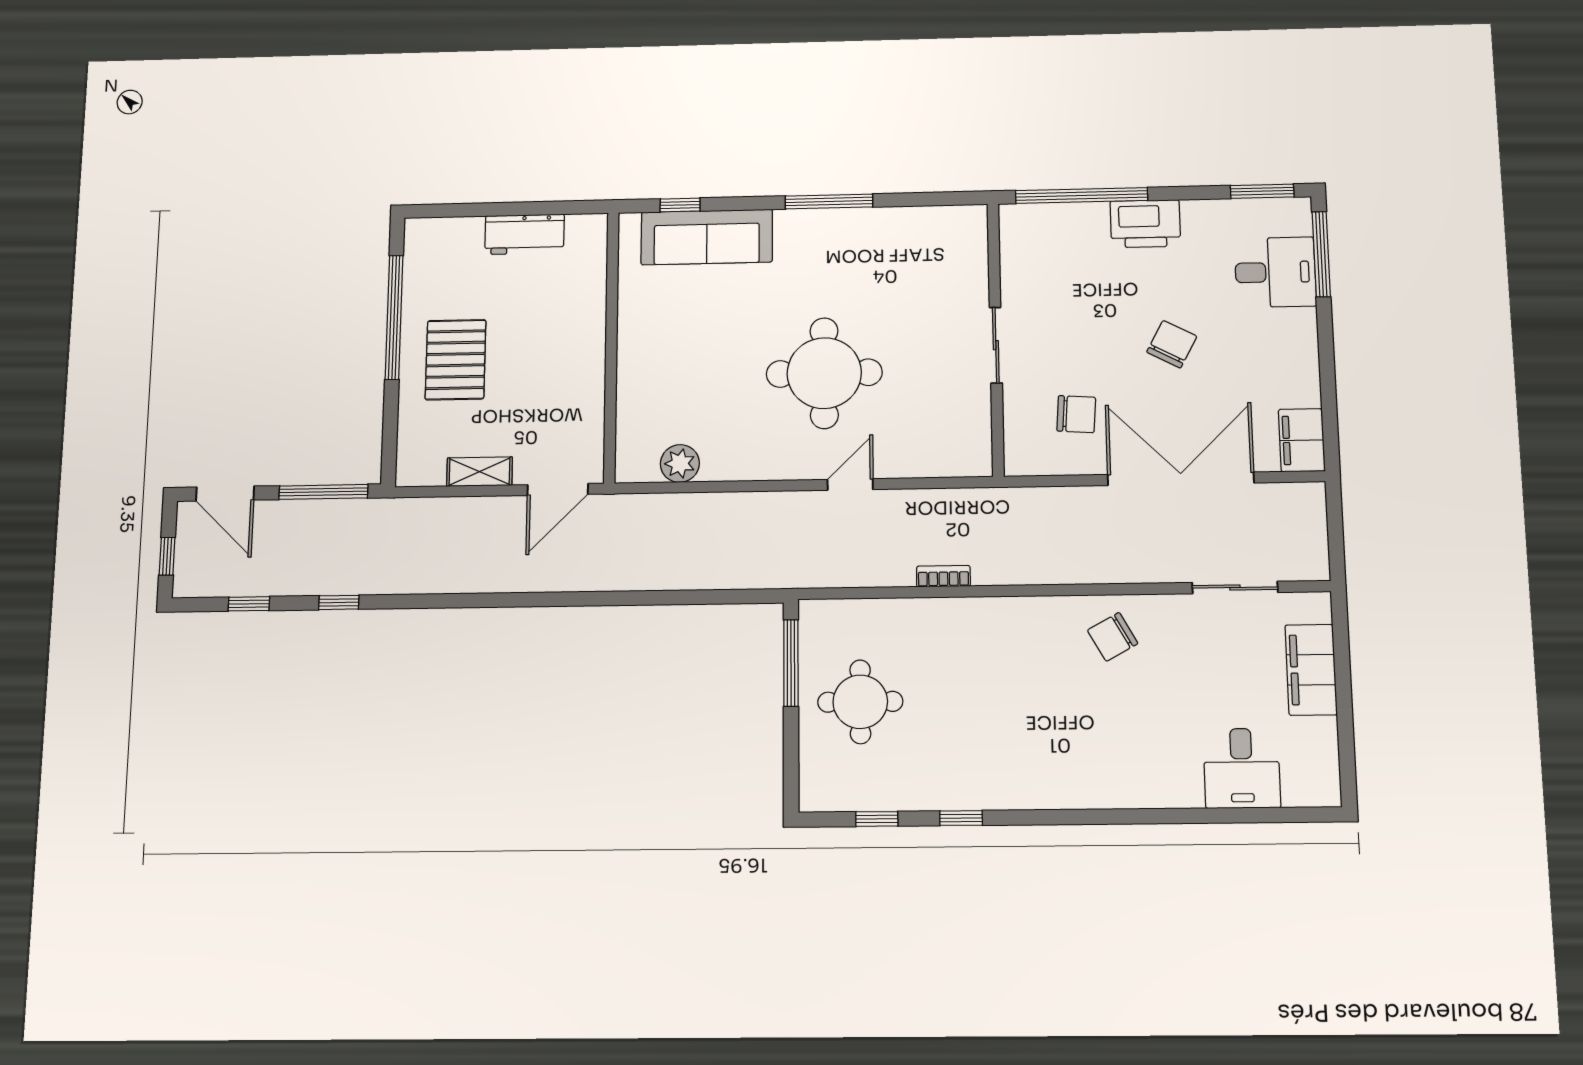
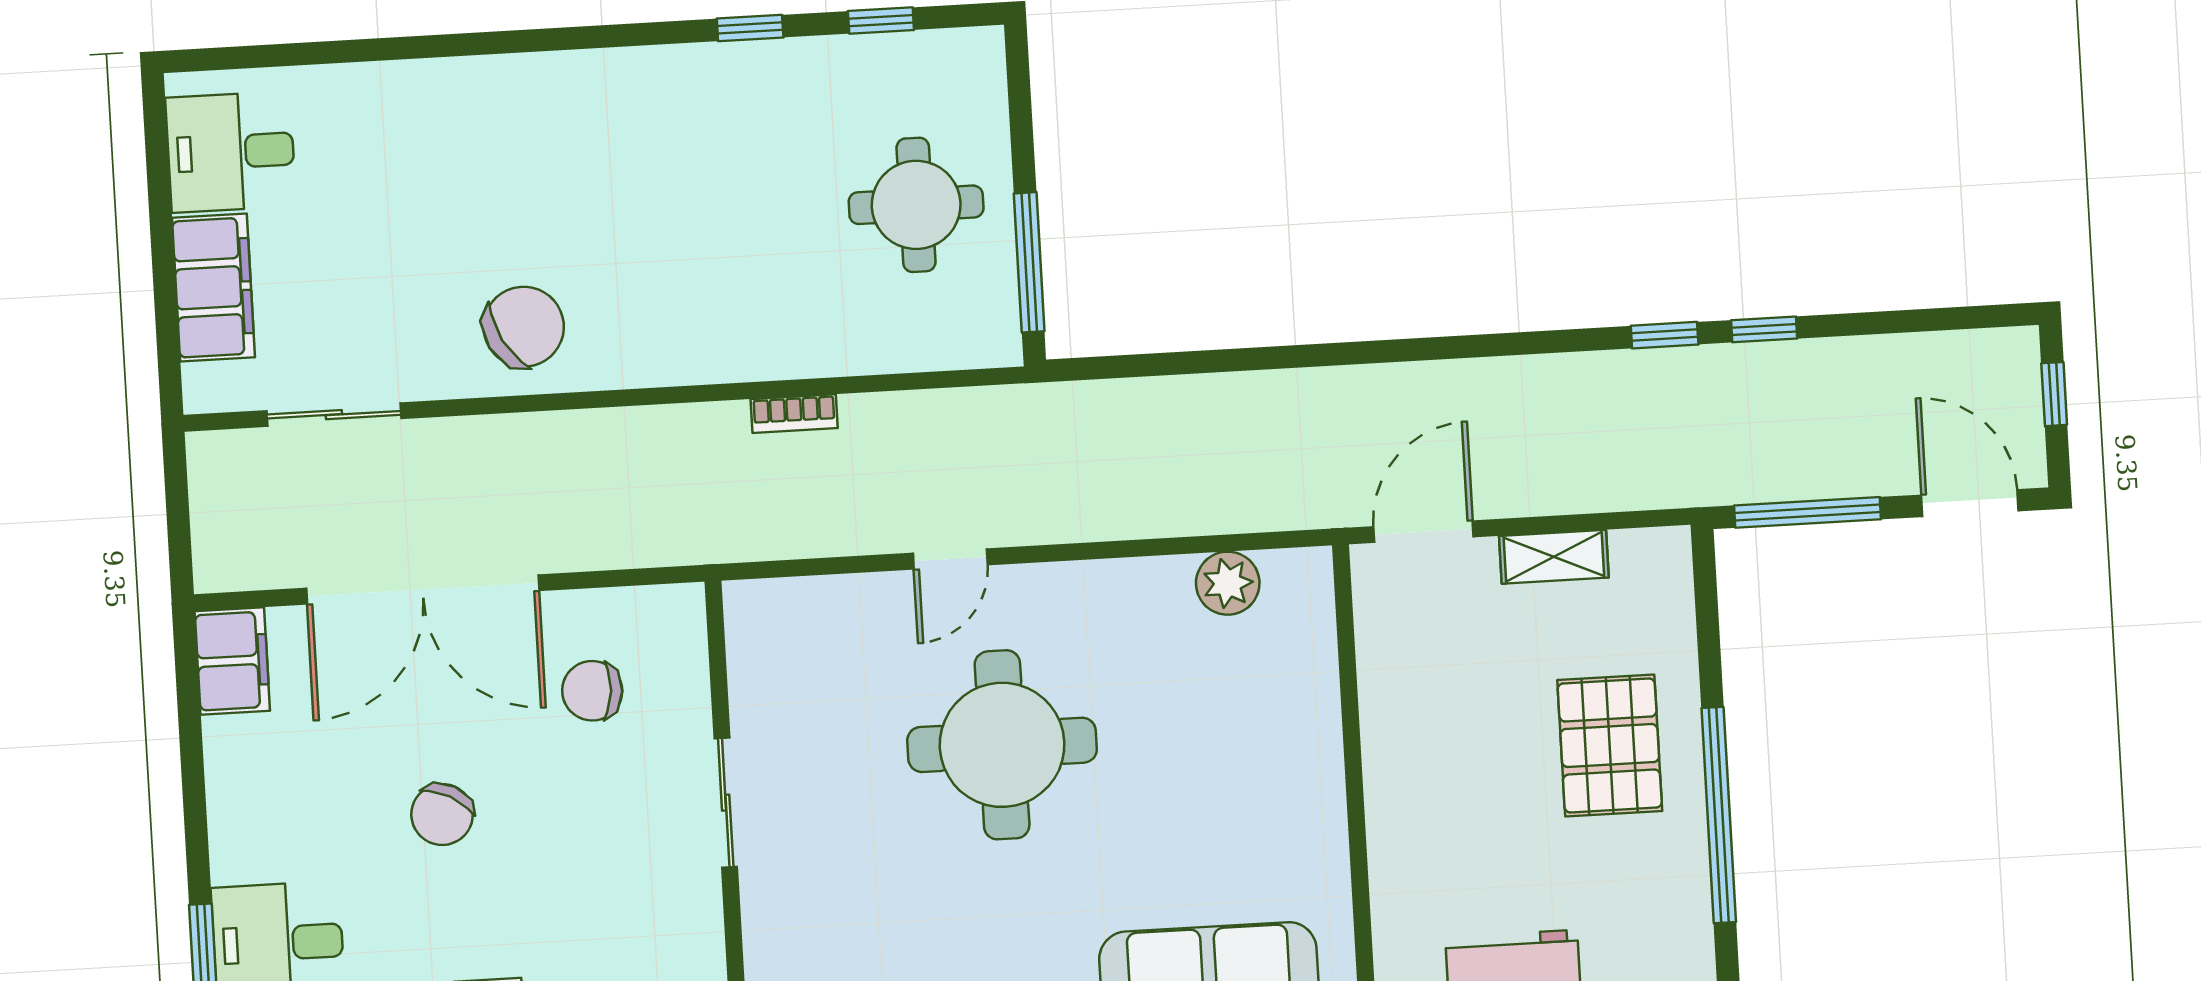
window: (249, 604) -> (1665, 335), moved
chair: (1113, 637) -> (524, 327), width x1.37, depth x1.37
desk: (1242, 768) -> (231, 152), moved, turned -90

